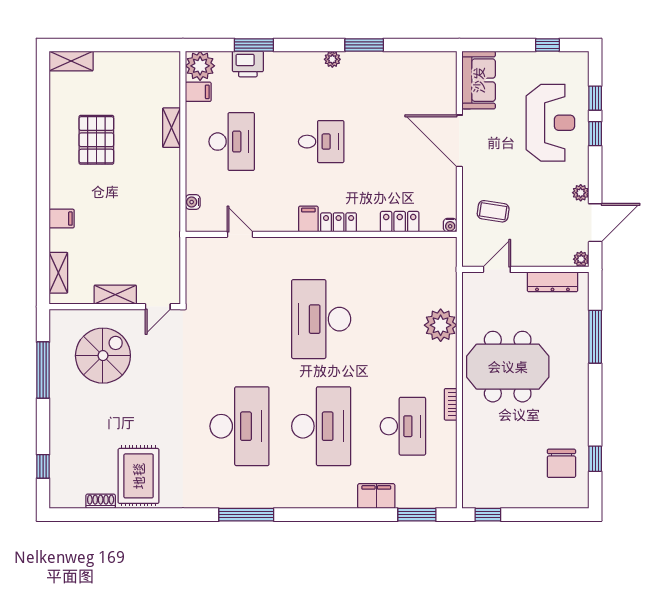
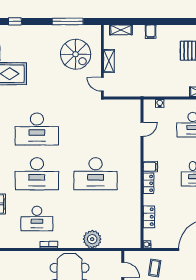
desk: (321, 319) -> (96, 174), turned 180

